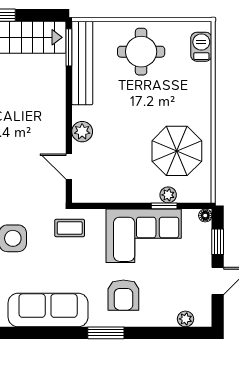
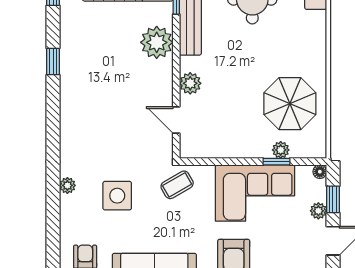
plant: (50, 93) -> (157, 42), added
coffee table: (70, 228) -> (177, 185), turned -30
plant: (204, 253) -> (318, 211), added

